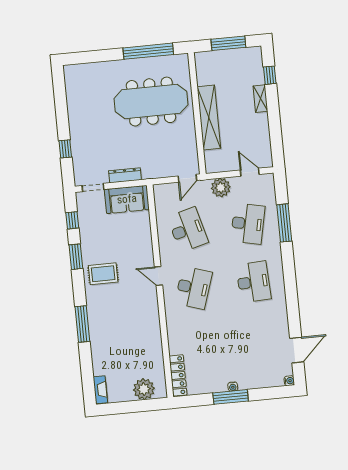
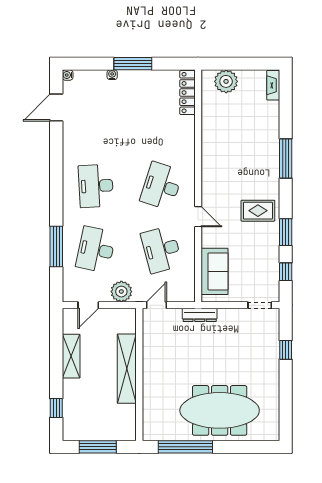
shelving: (260, 99) -> (71, 356), moved, width x1.50, depth x1.33
meeting table: (151, 102) -> (220, 410), moved
door: (250, 172) -> (88, 305), hinge flipped
dresser: (125, 175) -> (200, 315), moved
sofa: (127, 199) -> (215, 271), moved, turned 90
door: (159, 276) -> (198, 217), moved
water cooler: (233, 387) -> (112, 75), moved

